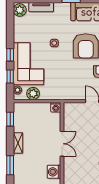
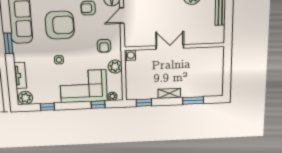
window: (10, 55) -> (47, 107), moved
armchair: (65, 84) -> (104, 46), added
plant: (33, 94) -> (115, 67), moved
washing machine: (54, 172) -> (201, 54), removed

